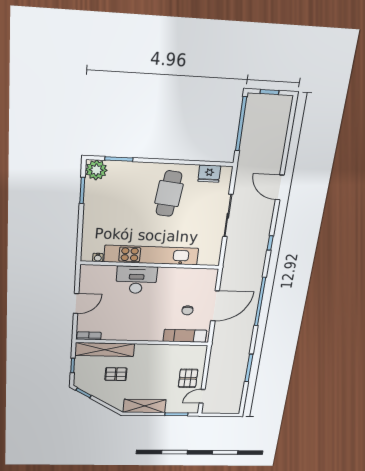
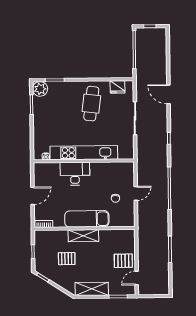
door: (215, 306) -> (136, 193), width x0.53
exam couch: (185, 336) -> (87, 219), moved, width x1.36, depth x1.45
shelving: (105, 350) -> (83, 236), moved, width x0.68
pallet: (188, 378) -> (123, 261), turned 90

